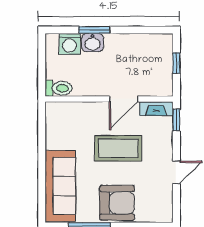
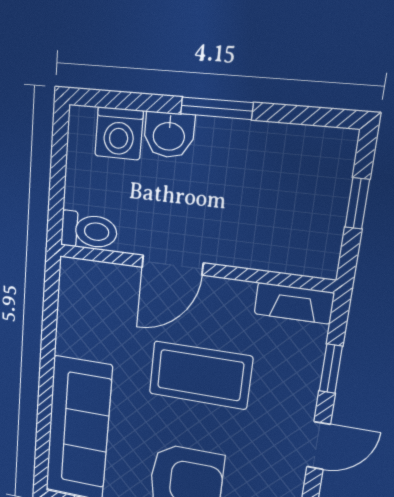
window: (94, 30) -> (217, 108), moved
door: (124, 99) -> (172, 265), moved
window: (176, 120) -> (331, 369), moved

